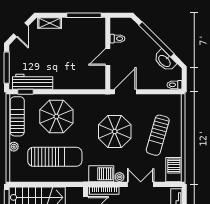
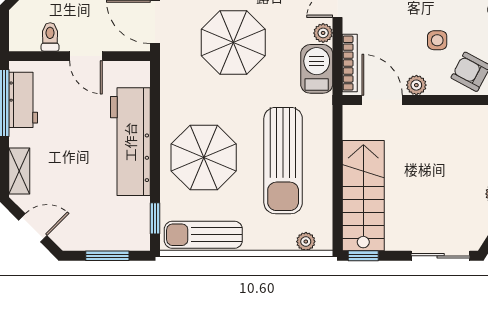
workbench: (86, 25) -> (23, 100), added
window: (7, 68) -> (107, 256), width x0.69
workbench: (33, 82) -> (130, 142), moved, width x1.36, depth x1.32
plant: (14, 147) -> (306, 242), moved
sun lounger: (55, 157) -> (283, 161), turned 180

